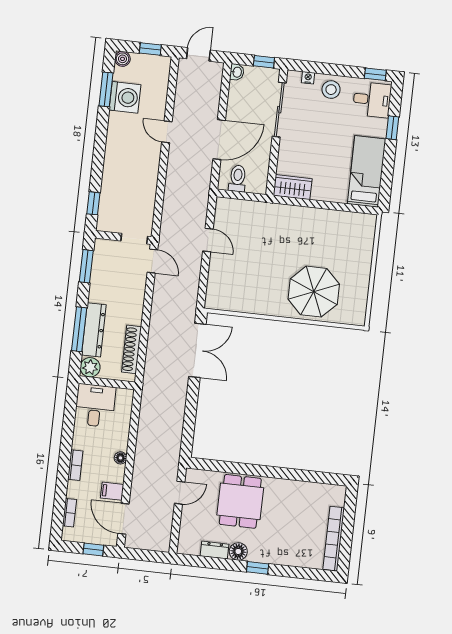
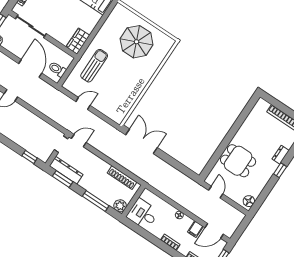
sun lounger: (270, 228) -> (94, 66), added
parasol: (314, 292) -> (137, 42), moved
dresser: (94, 330) -> (66, 170), moved
dresser: (214, 550) -> (281, 155), moved
floor lamp: (238, 551) -> (249, 201), moved

